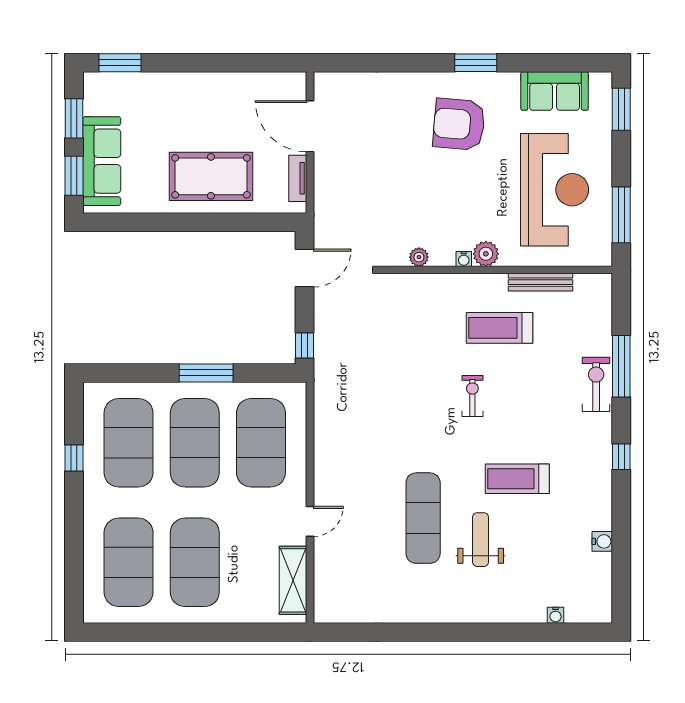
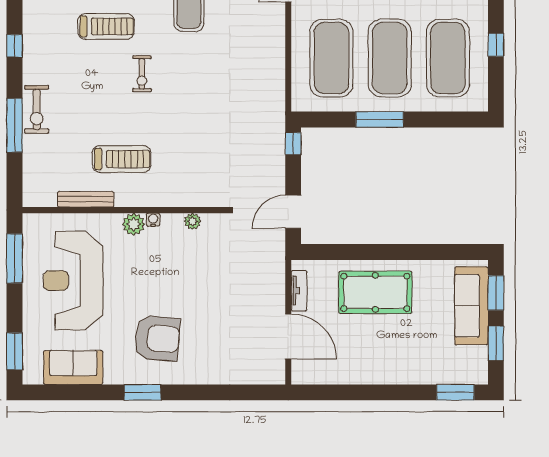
exercise bike: (472, 396) -> (142, 74), moved

